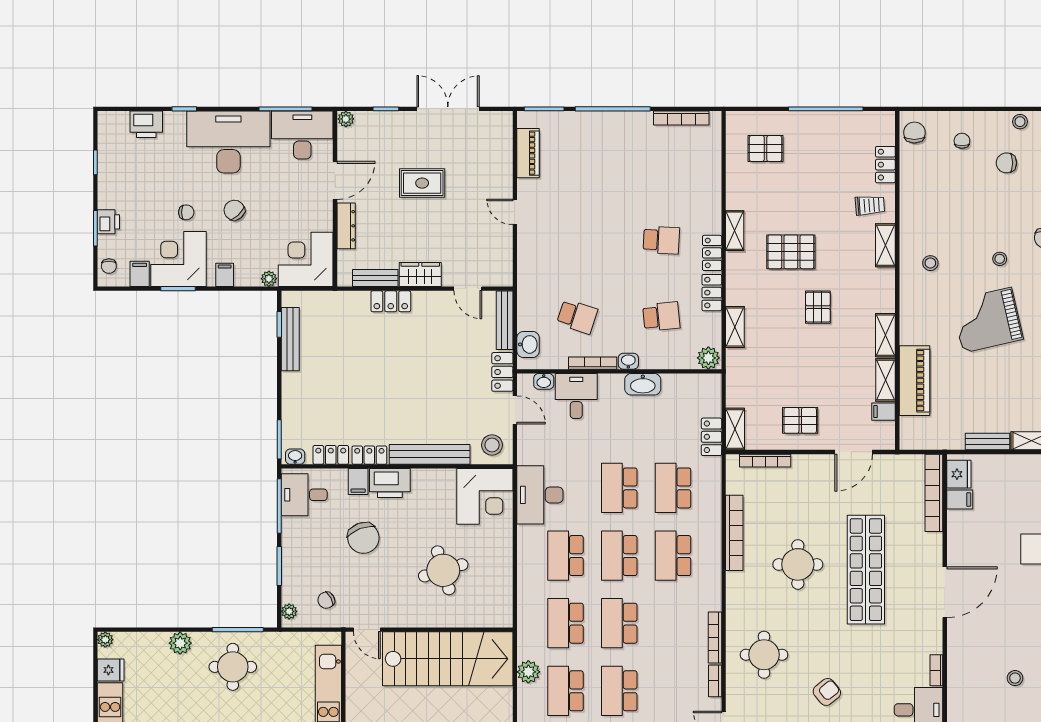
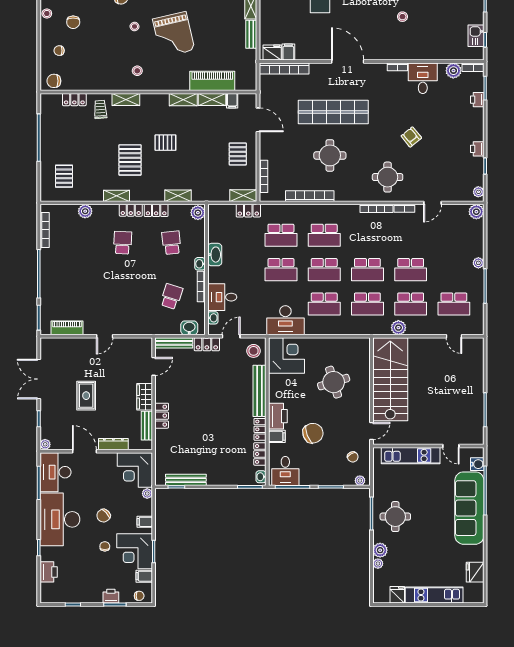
plant: (711, 182) -> (85, 211), added
plant: (105, 640) -> (378, 564), moved

